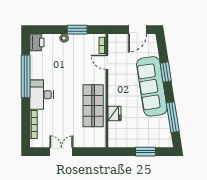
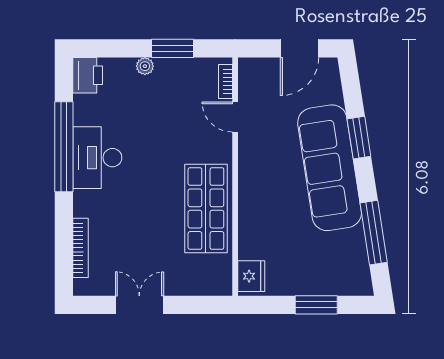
desk: (41, 95) -> (97, 158), moved
fridge: (115, 113) -> (251, 276), moved

